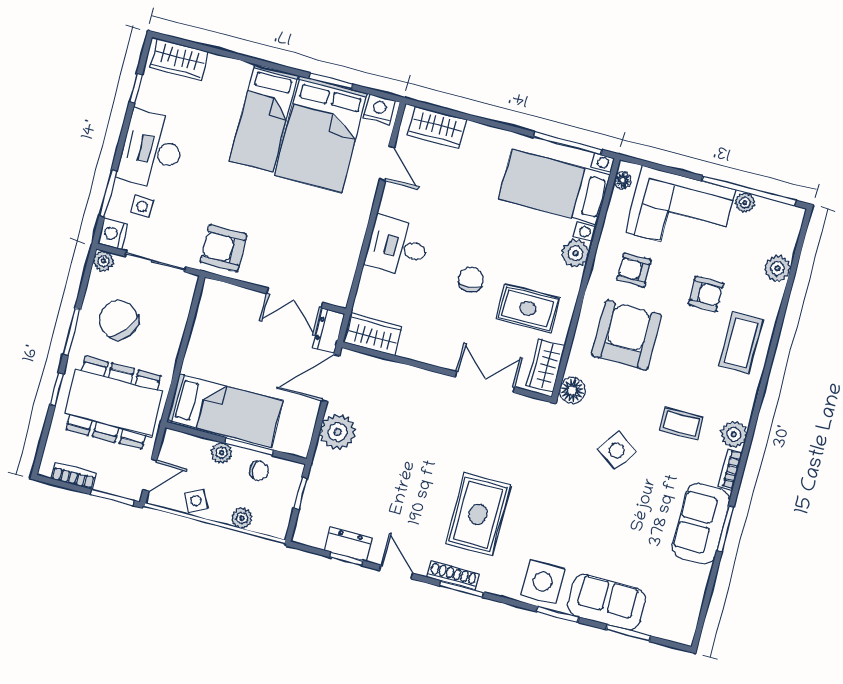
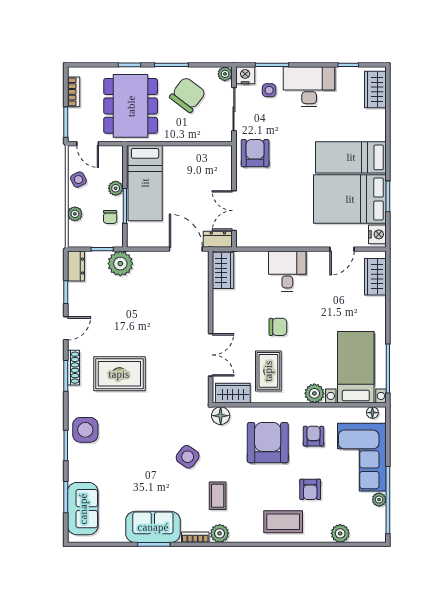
armchair: (626, 335) -> (268, 443), turned -90
plant: (338, 432) -> (120, 264), moved
dresser: (348, 544) -> (76, 266), moved
sofa: (607, 602) -> (83, 509), moved

